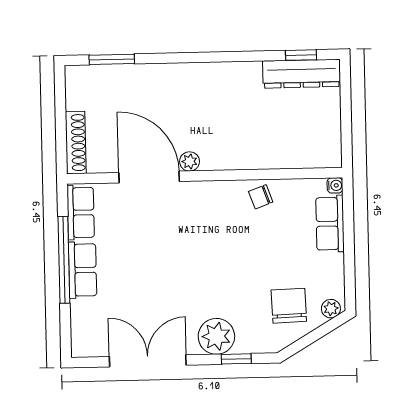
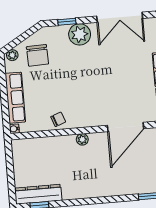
plant: (190, 161) -> (82, 139), moved
door: (149, 177) -> (126, 127), hinge flipped
row of seats: (330, 224) -> (15, 98), width x1.48

